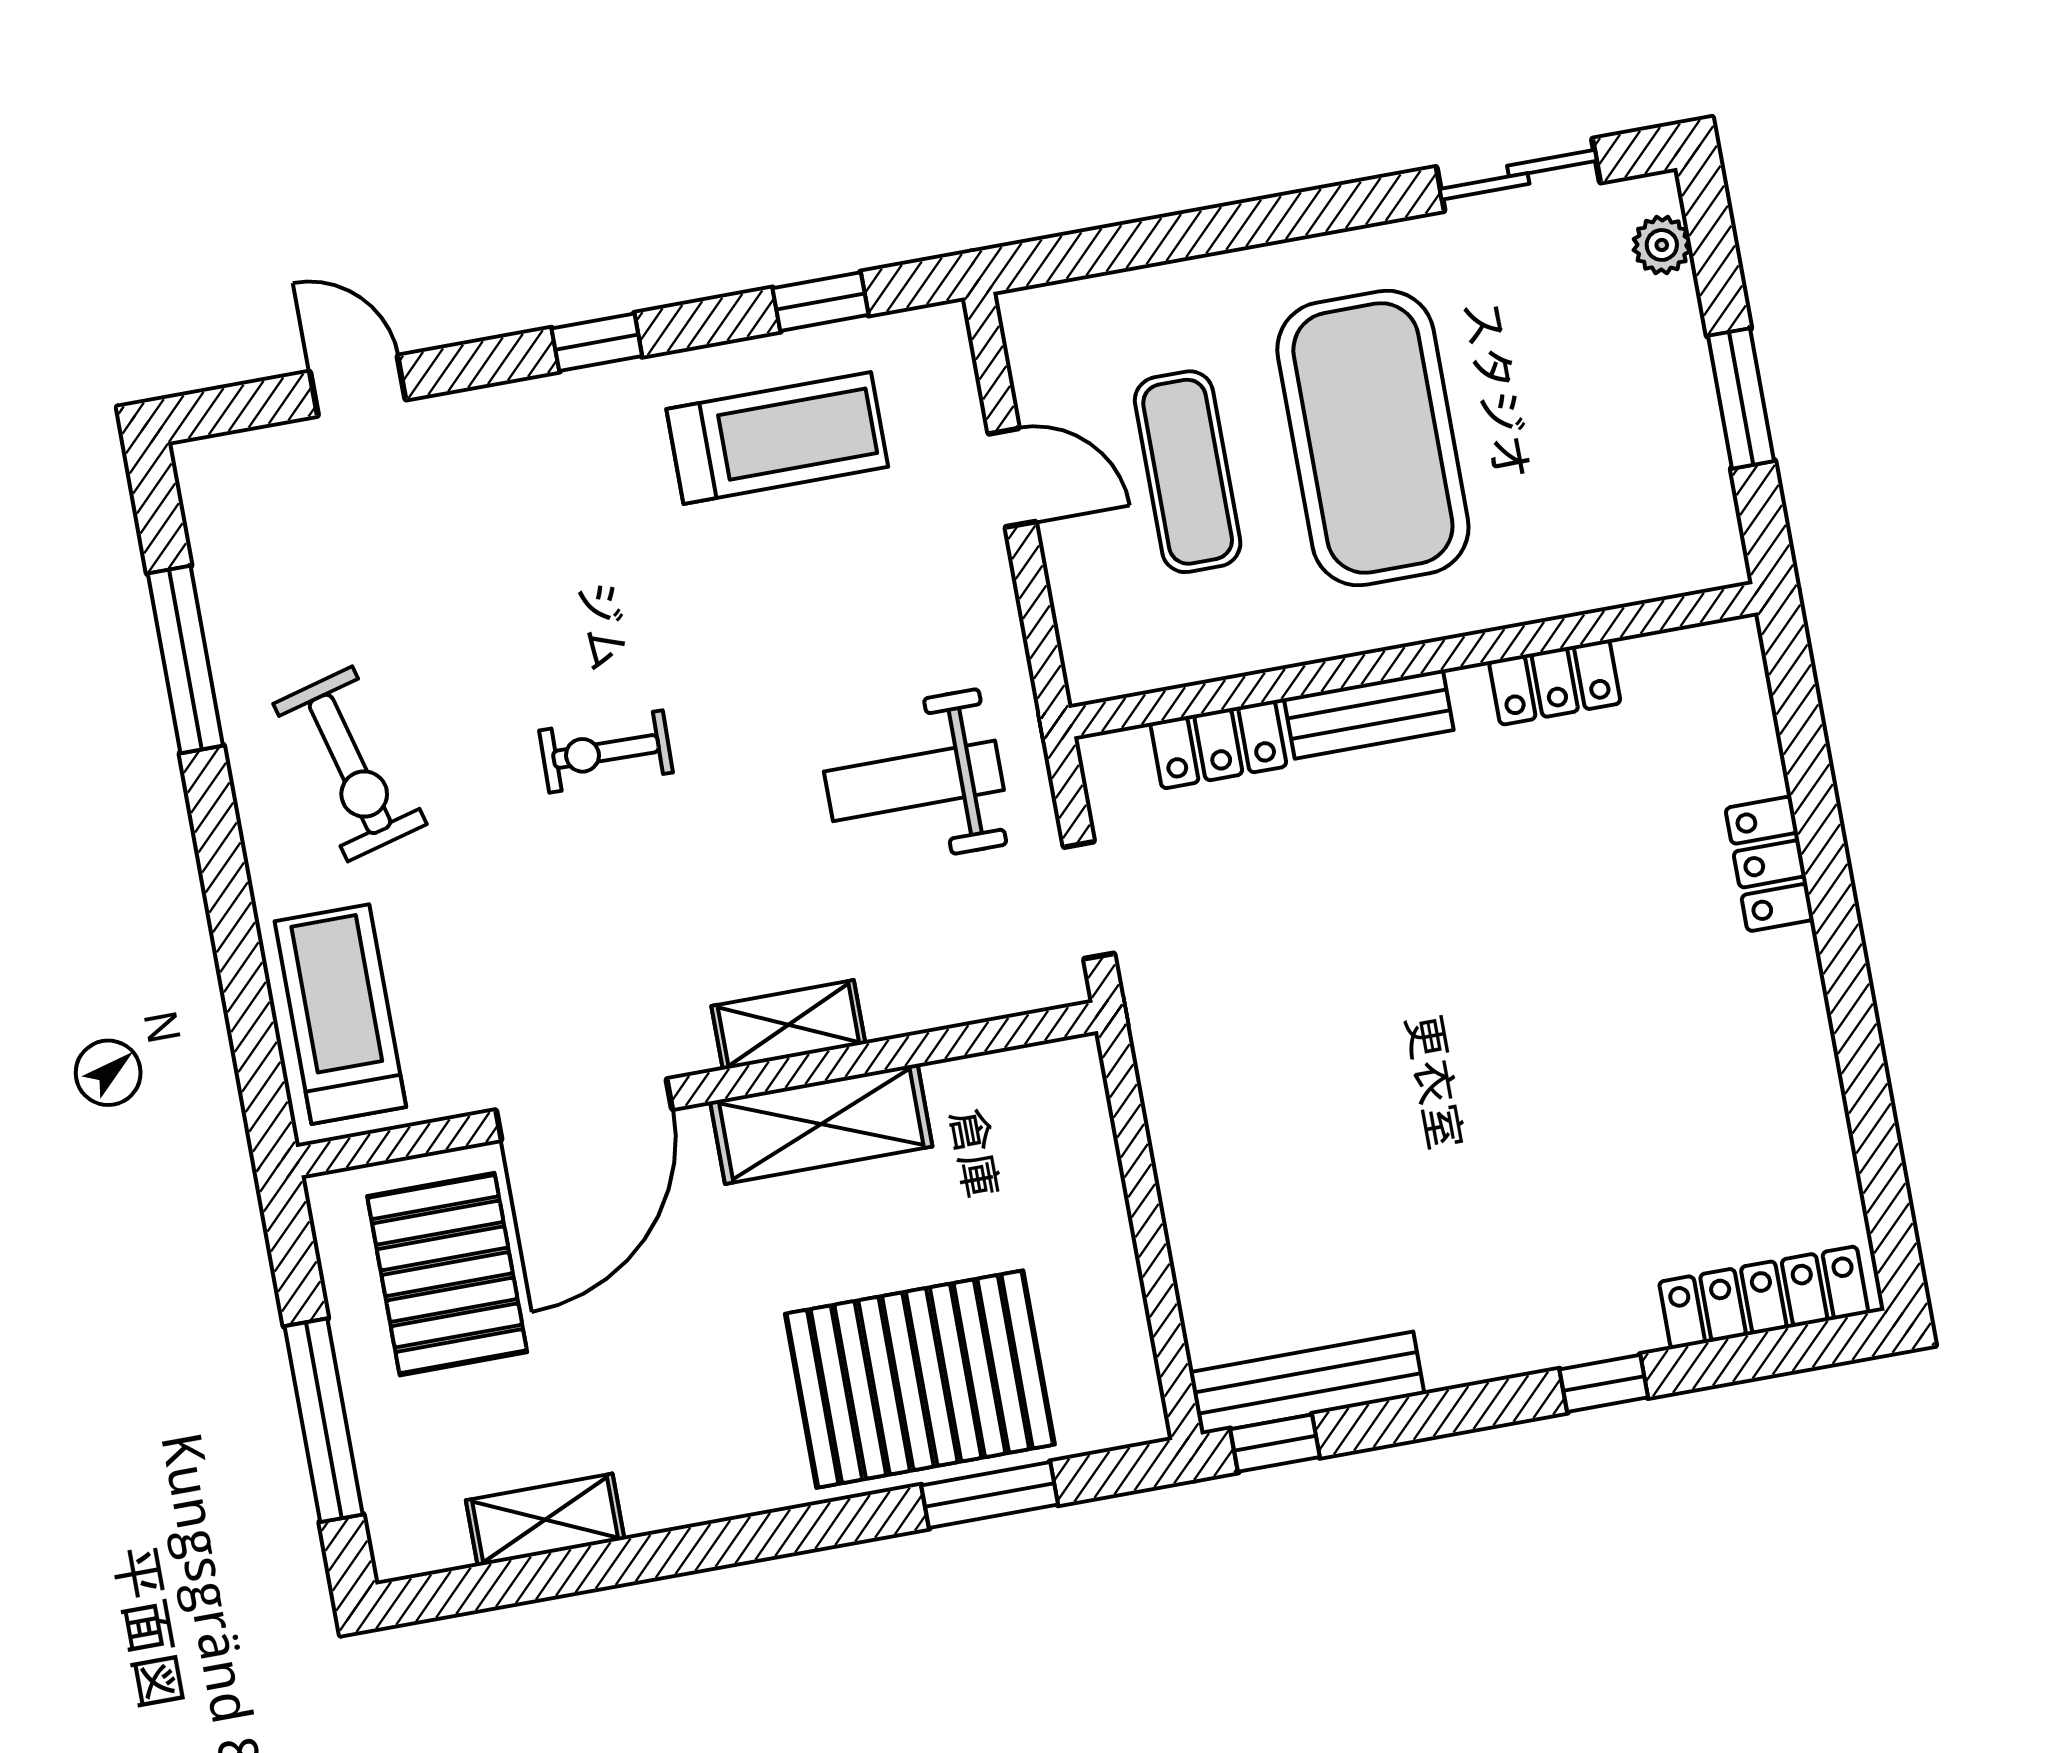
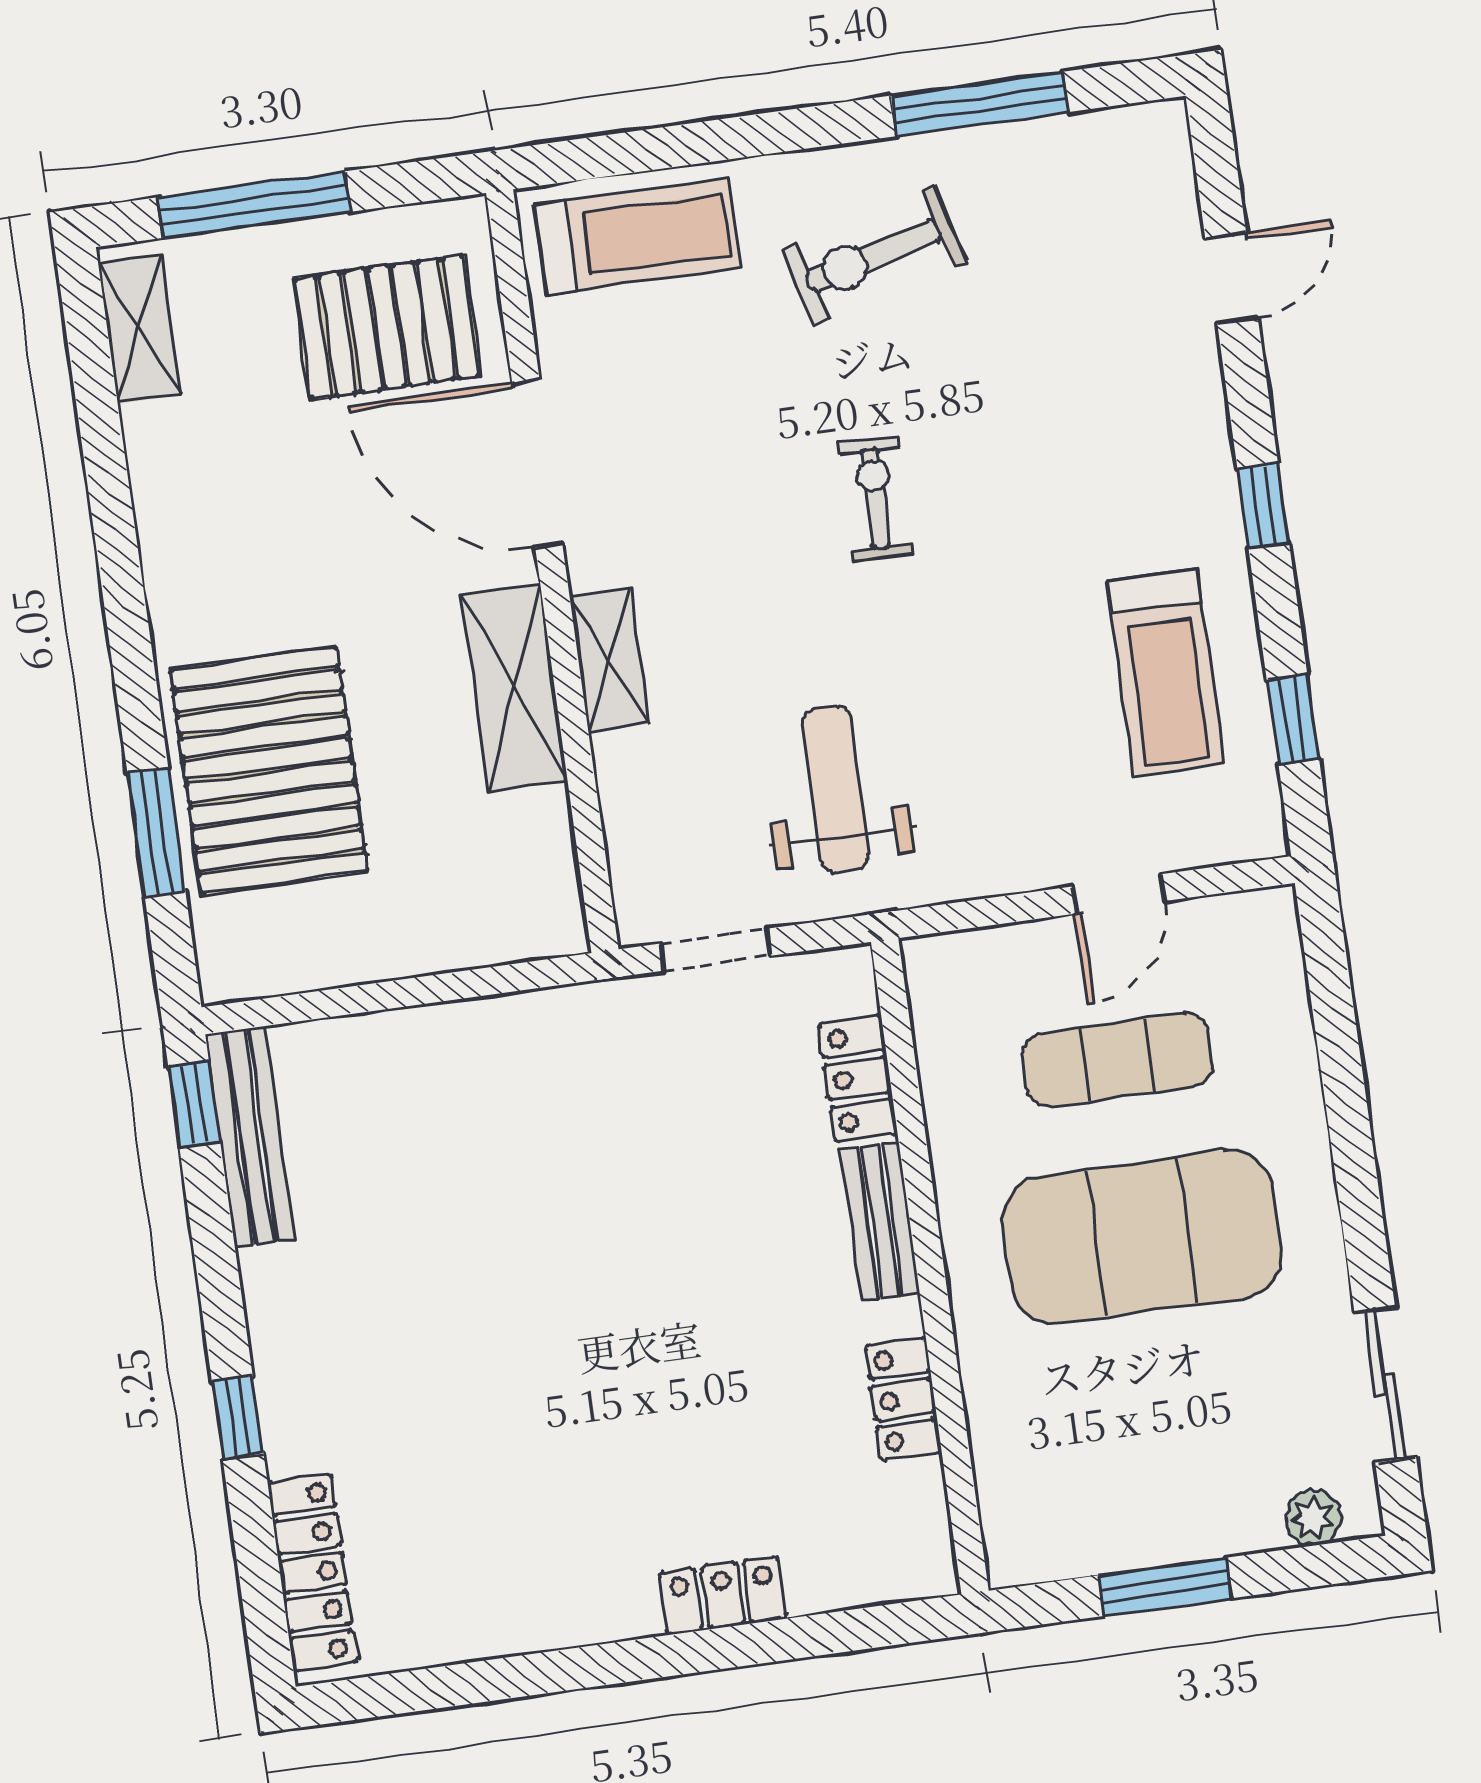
shelving: (545, 1520) -> (139, 330), moved

